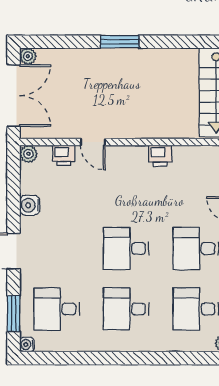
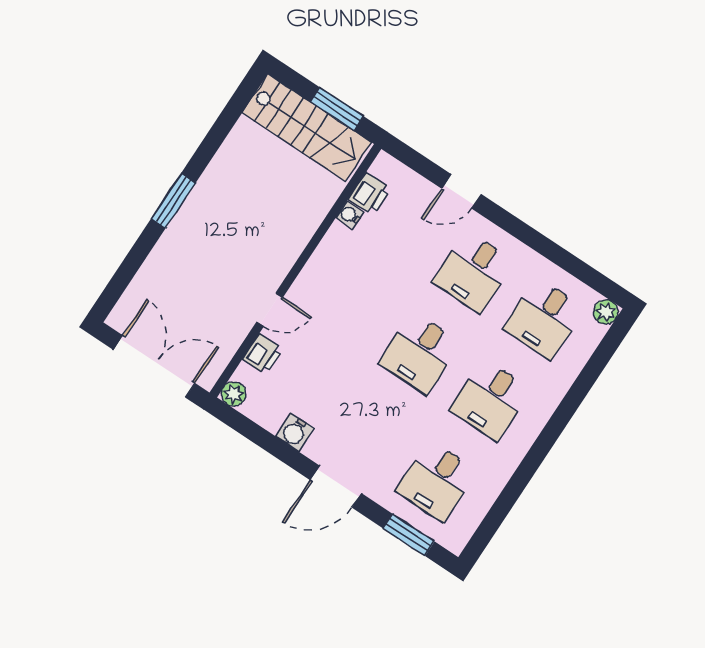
plant: (28, 56) -> (119, 319), removed
printer: (160, 156) -> (369, 194), moved
water cooler: (27, 345) -> (350, 215), moved, turned 90

